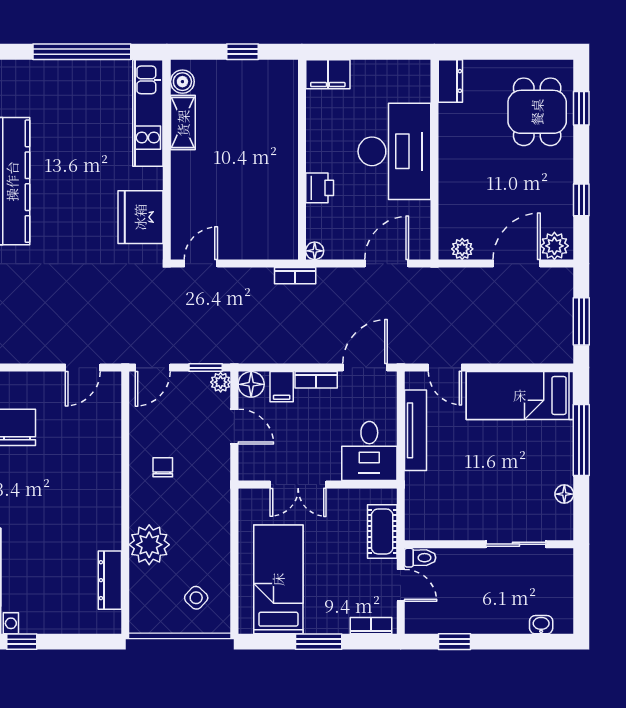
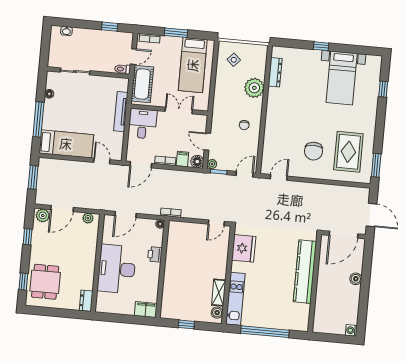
tv unit: (416, 430) -> (121, 112), moved
cot: (382, 531) -> (142, 84), width x1.37, depth x1.34
door: (401, 585) -> (133, 57), swing flipped

